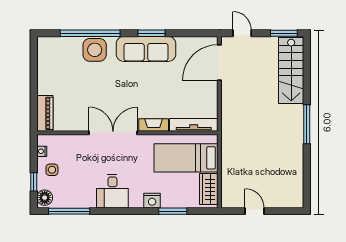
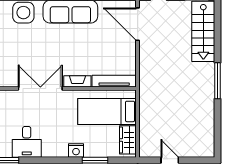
door: (219, 62) -> (138, 24), hinge flipped
desk: (112, 191) -> (27, 142), moved

